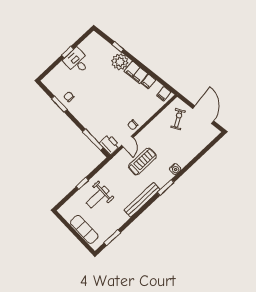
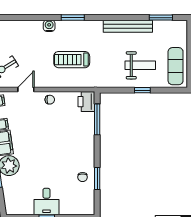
door: (127, 142) -> (26, 89), moved
bench: (142, 200) -> (128, 26), moved
exercise mat: (84, 229) -> (176, 66), moved

